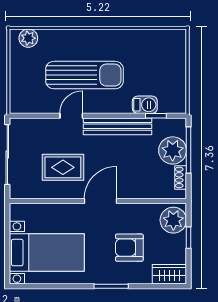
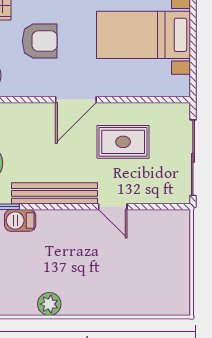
plant: (28, 38) -> (49, 304), moved
sun lounger: (84, 75) -> (96, 258), removed
door: (71, 116) -> (113, 207), hinge flipped

